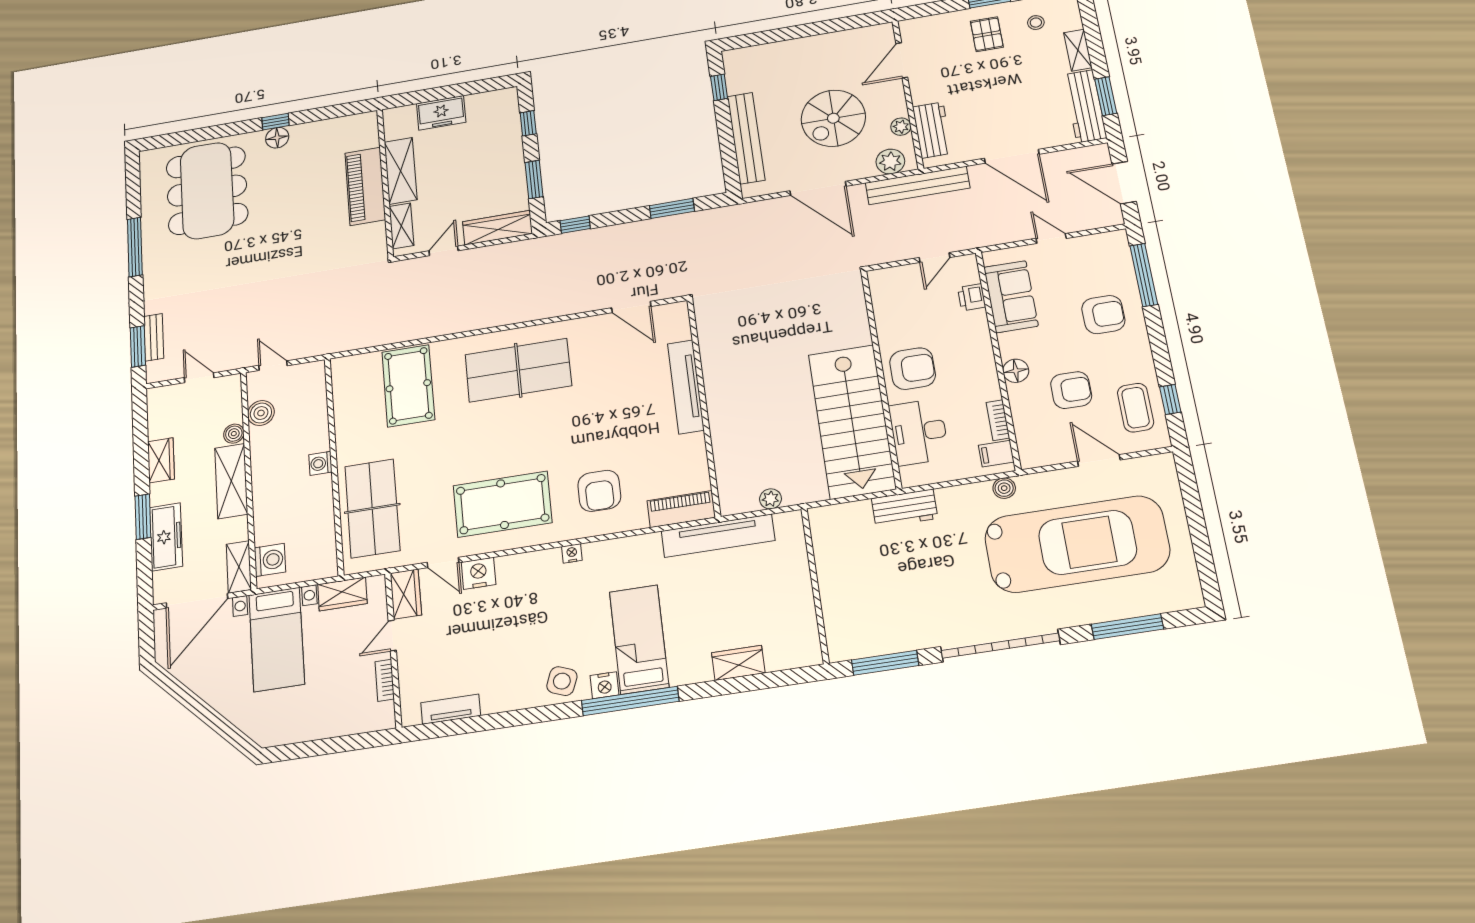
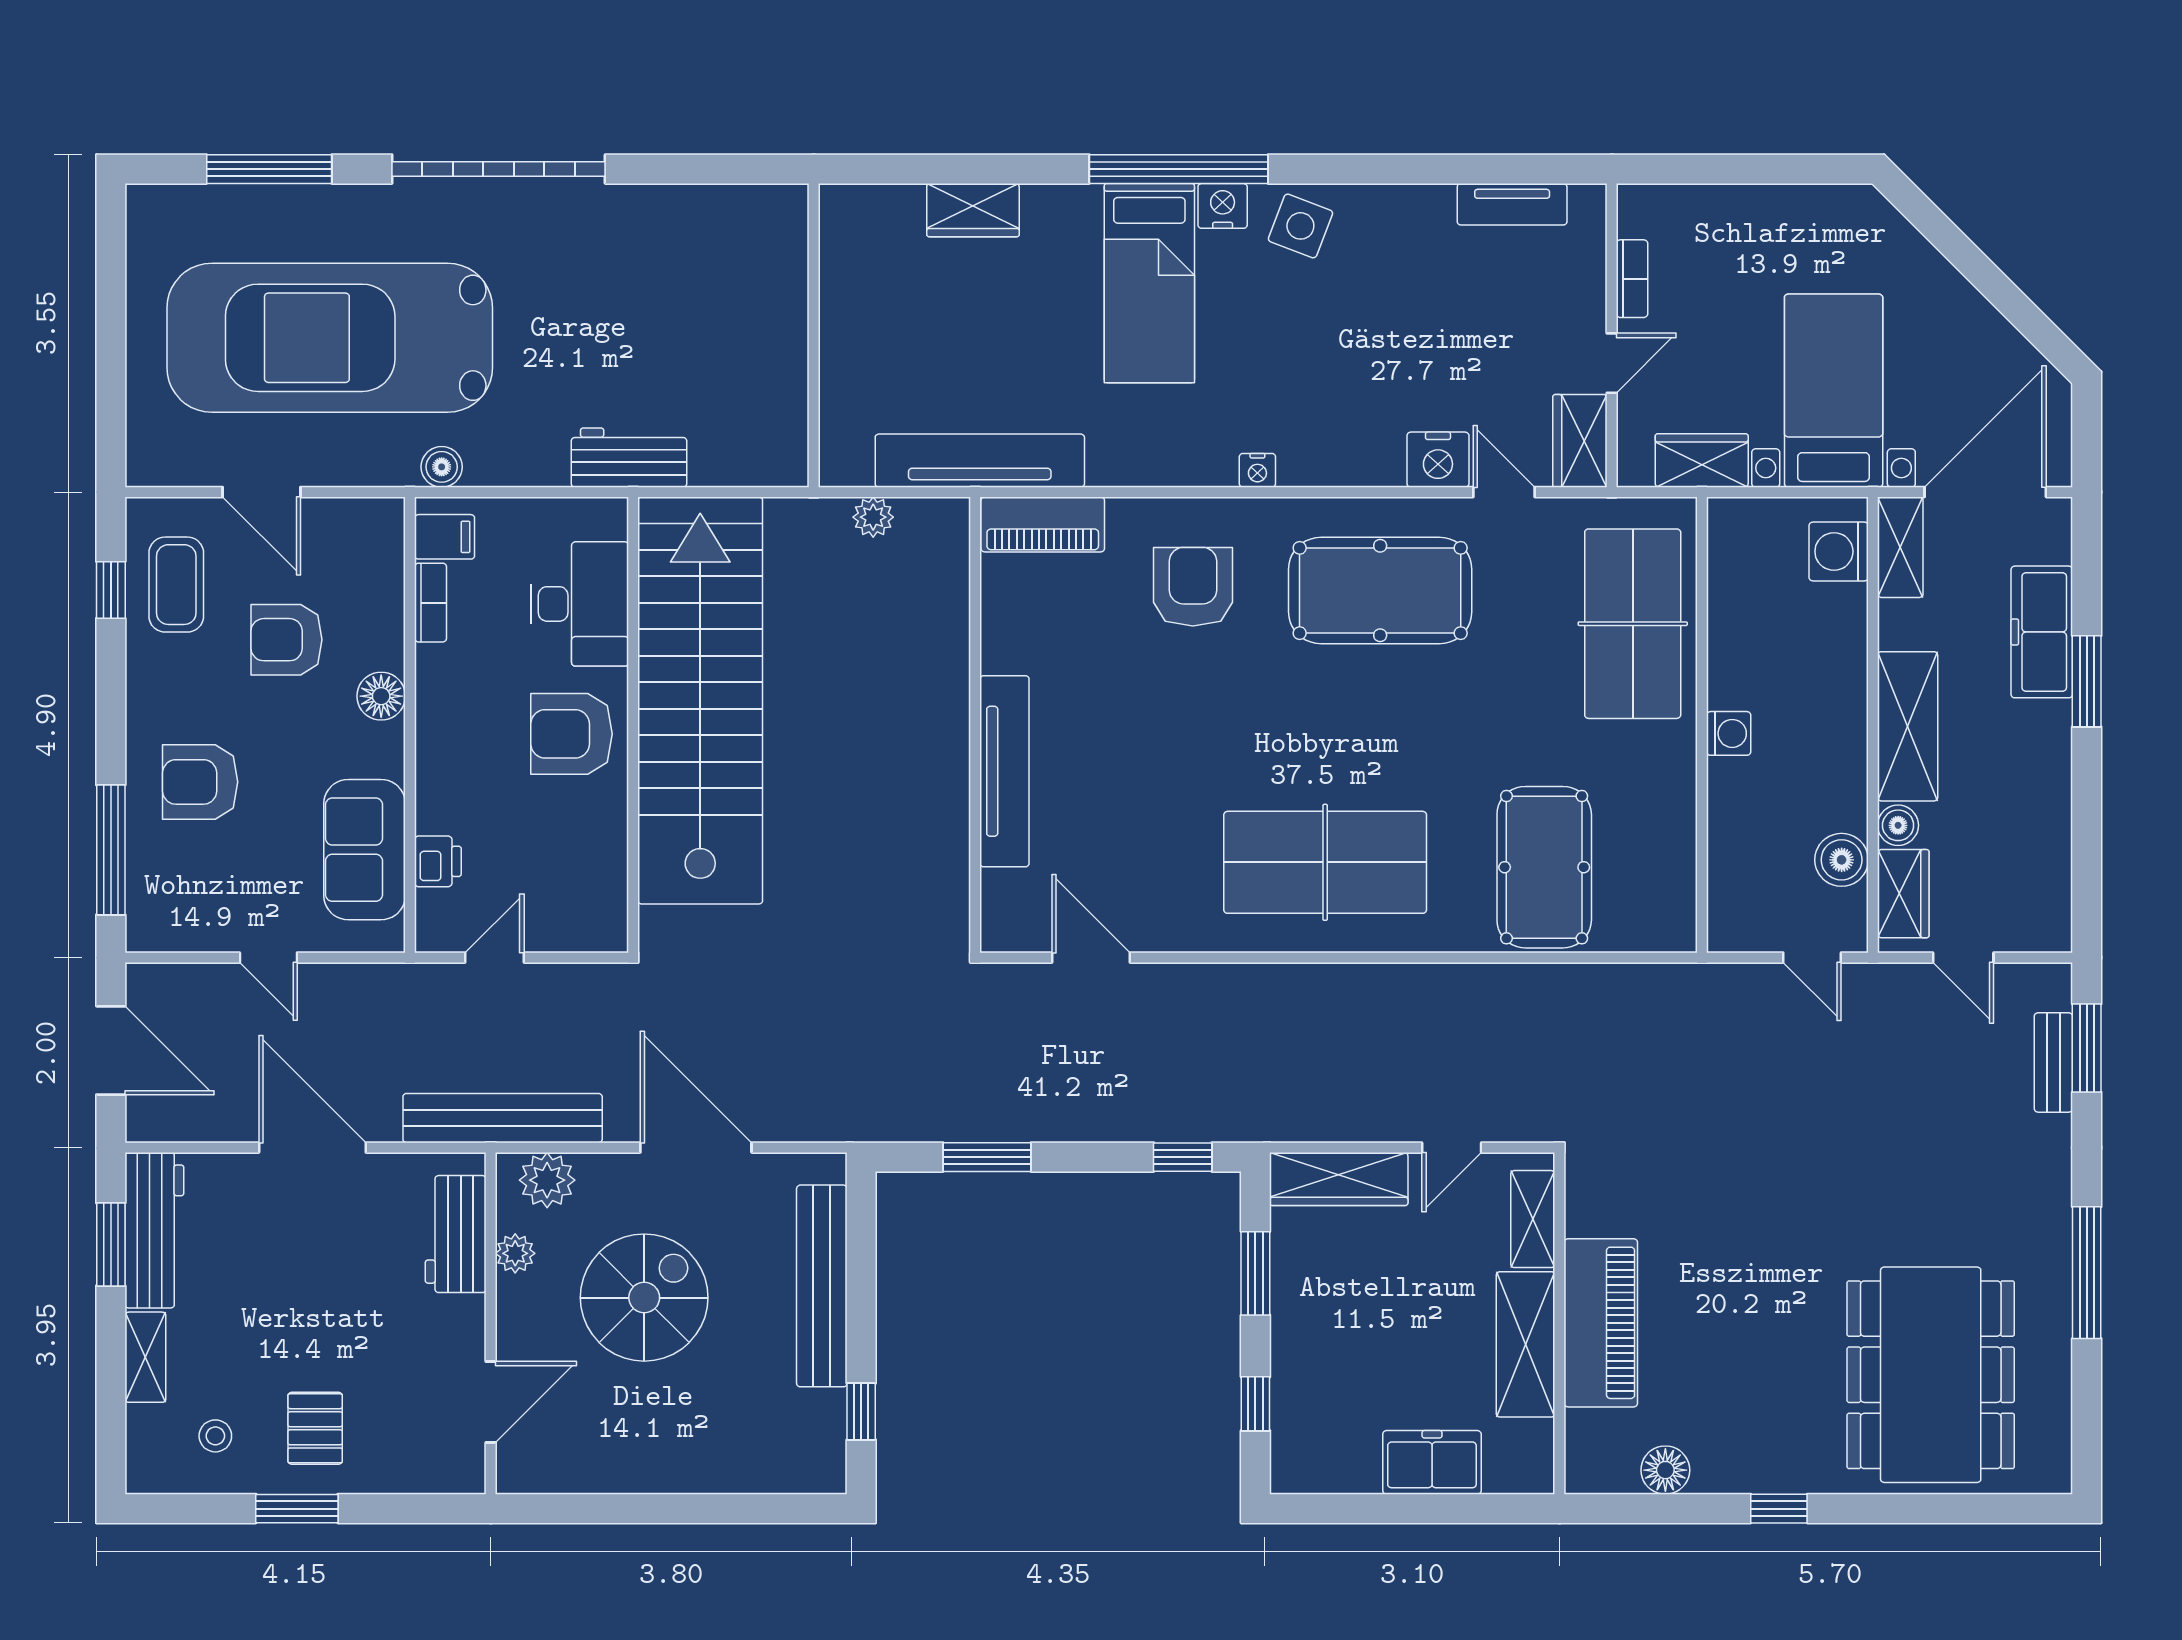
floor lamp: (277, 138) -> (1665, 1470), moved
stairs: (852, 421) -> (700, 701), width x1.36
wardrobe: (161, 460) -> (1903, 894), moved, turned 180
window: (885, 663) -> (708, 169), removed

